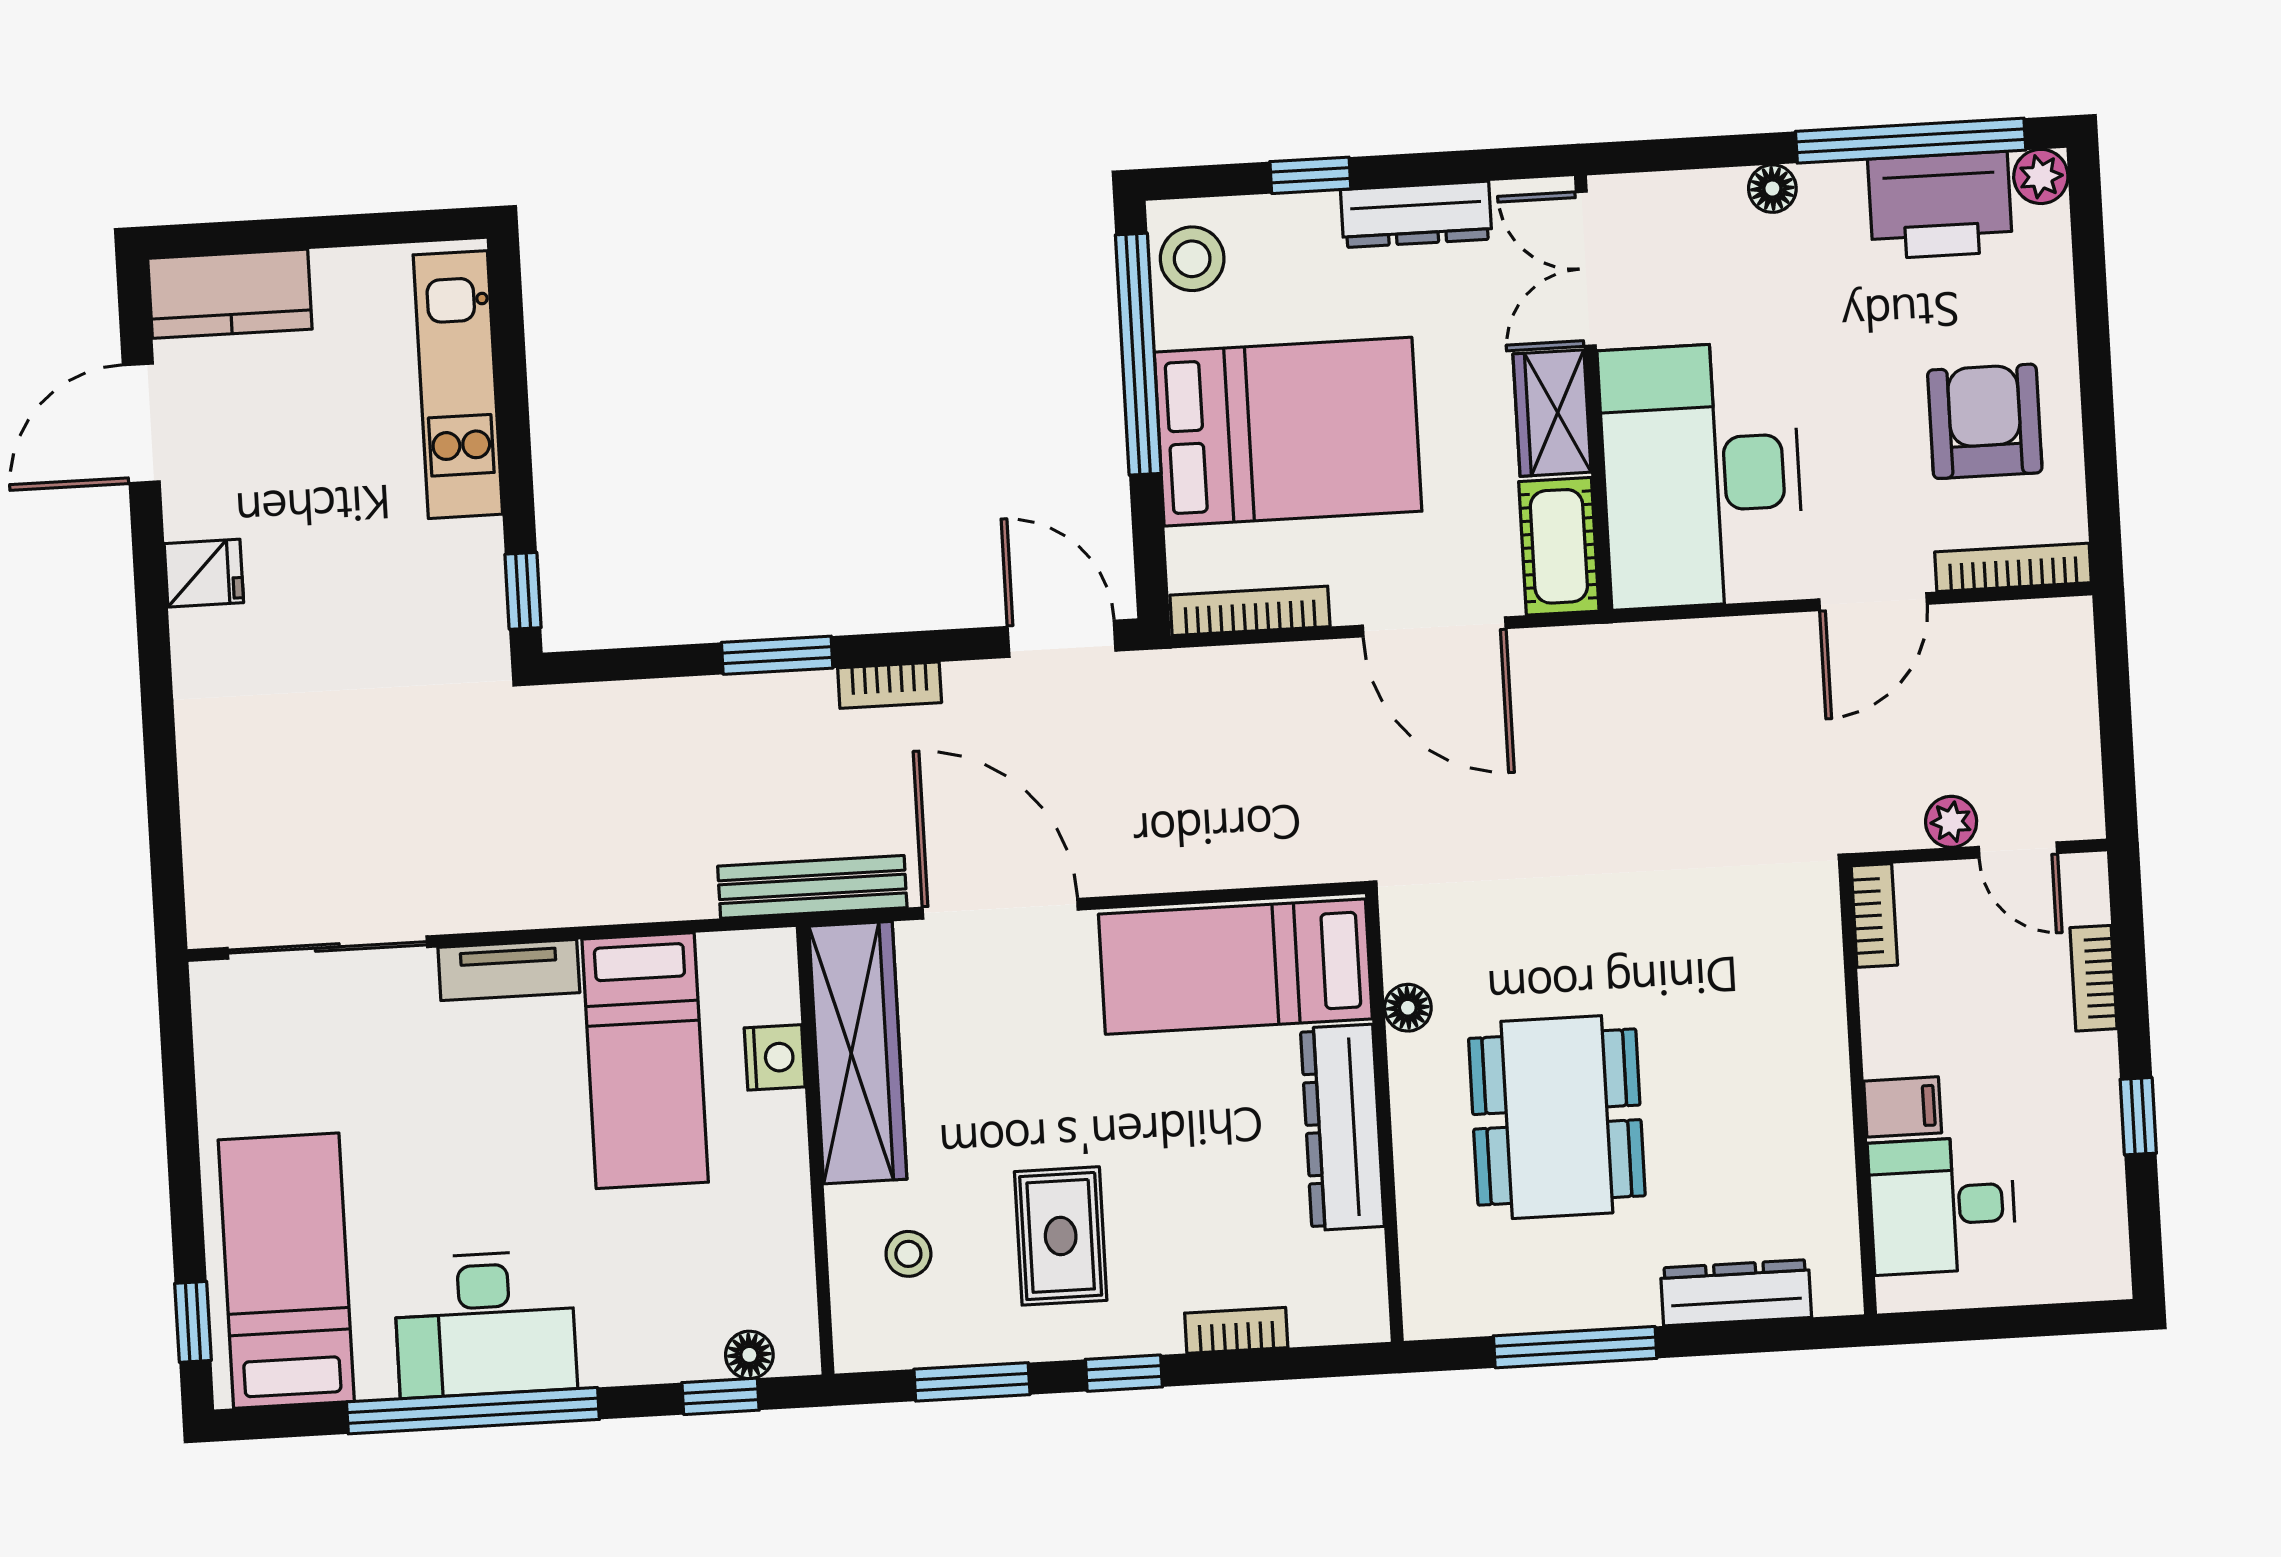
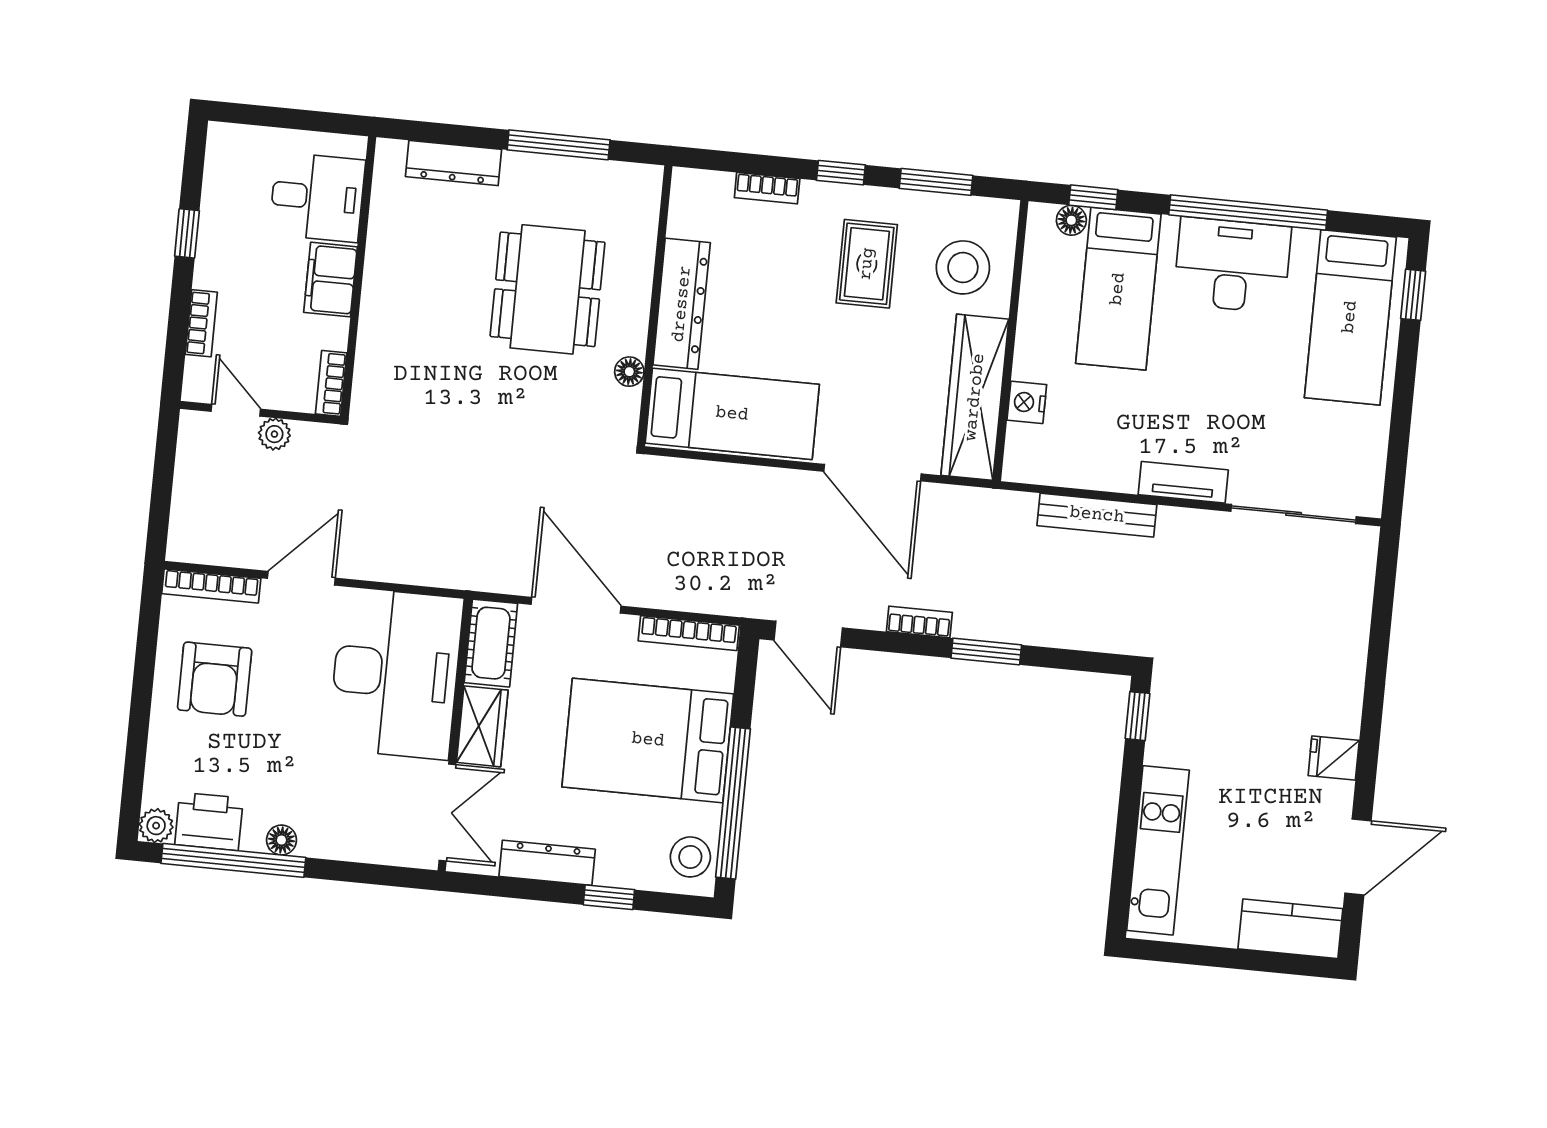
floor lamp: (1772, 189) -> (281, 840), moved
printer: (1940, 205) -> (209, 821), width x0.73, depth x0.84
bench: (812, 887) -> (1097, 515), moved
bed: (645, 1061) -> (1118, 289), moved, turned 180
filing cabinet: (1903, 1107) -> (330, 280), width x2.00
stool: (908, 1254) -> (963, 267), width x1.89, depth x1.89

